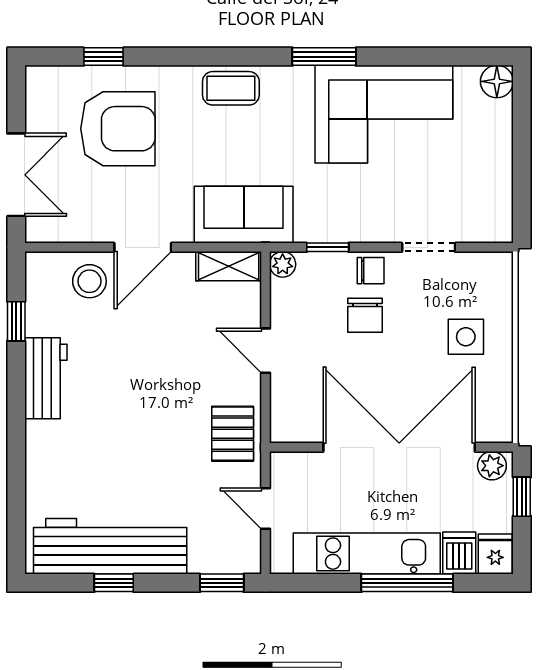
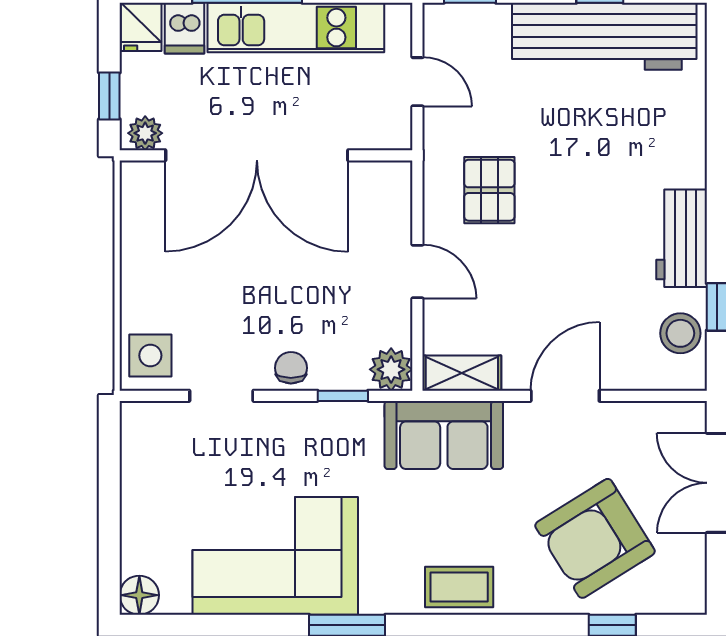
armchair: (118, 129) -> (595, 538), turned -32
plant: (283, 264) -> (391, 369), width x1.38, depth x1.38
chair: (371, 271) -> (291, 368), turned 90
stool: (89, 281) -> (680, 333), moved
chair: (365, 315) -> (298, 314), removed
side table: (466, 337) -> (150, 355), moved
pallet: (233, 434) -> (489, 190), moved

